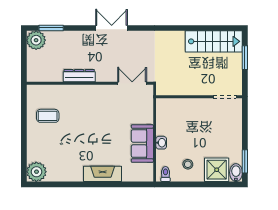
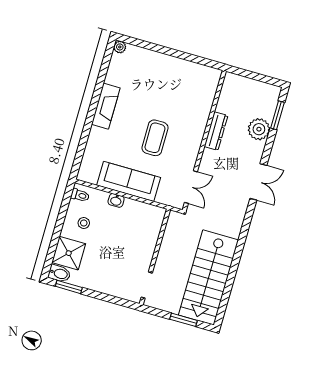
plant: (36, 40) -> (259, 129), moved
stairs: (214, 41) -> (208, 277), width x1.36, depth x1.51
coffee table: (48, 116) -> (155, 138), moved, width x1.36, depth x1.30
sofa: (142, 144) -> (129, 181), width x1.36
plant: (36, 172) -> (120, 47), width x0.53, depth x0.53
fireplace: (103, 174) -> (106, 106), moved

